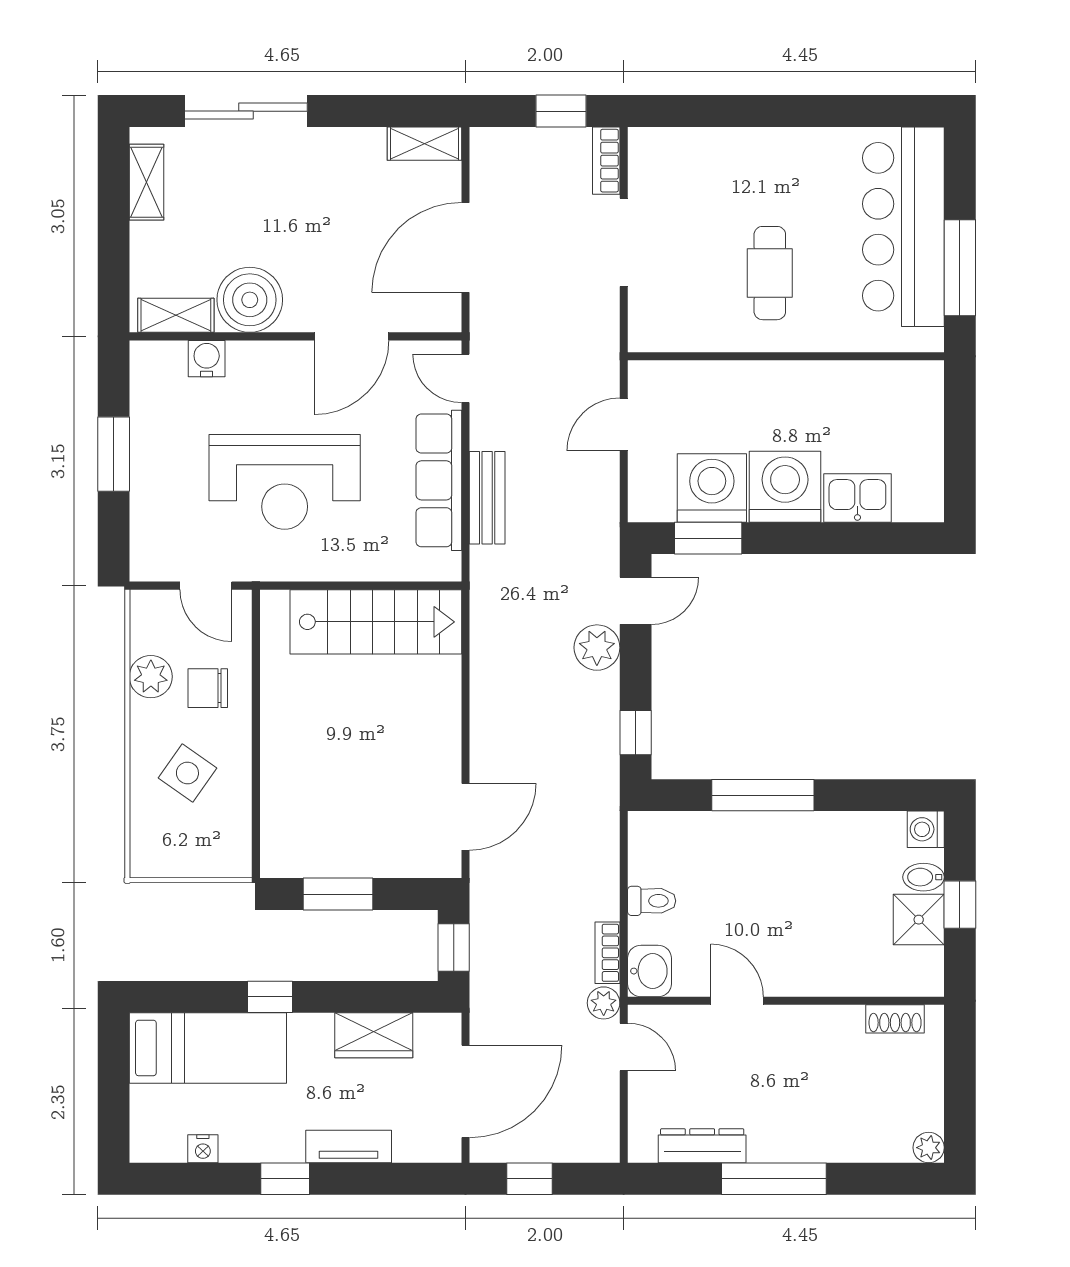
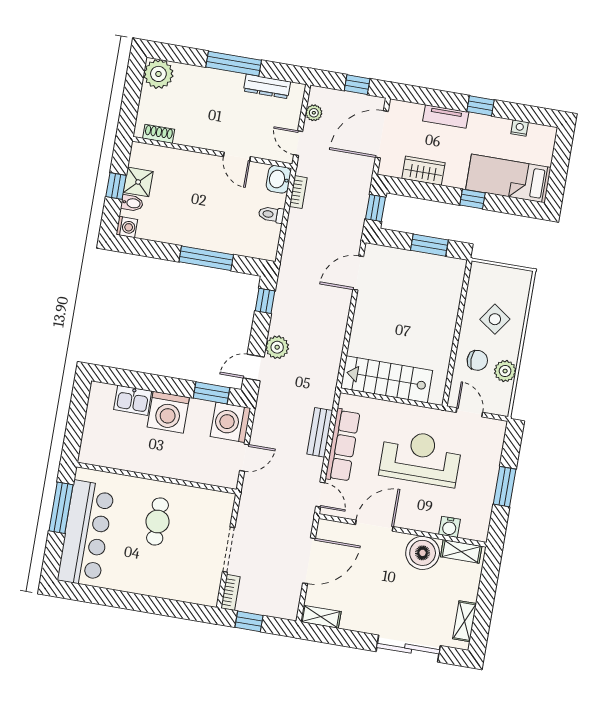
washing machine: (712, 488) -> (230, 422), moved, turned 90
plant: (604, 1003) -> (314, 113), moved
plant: (929, 1148) -> (158, 74), width x1.88, depth x1.88

